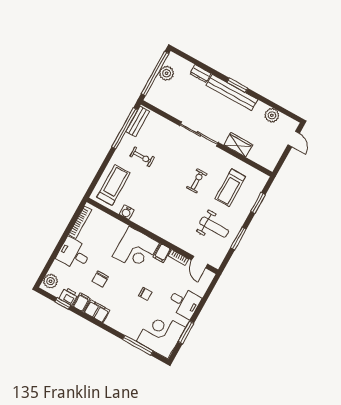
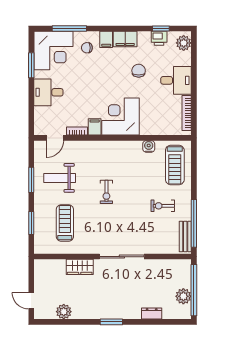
bench: (232, 92) -> (113, 312), removed
exercise bike: (197, 181) -> (106, 192), moved
door: (200, 262) -> (55, 138), swing flipped
chair: (145, 294) -> (87, 48), moved
filing cabinet: (81, 302) -> (106, 39), moved

